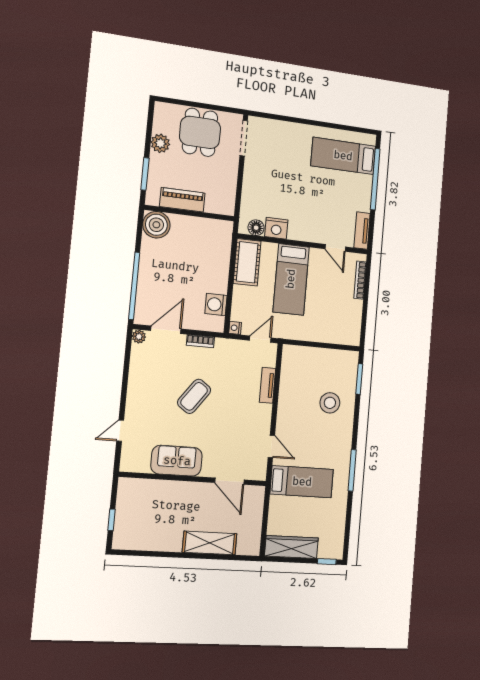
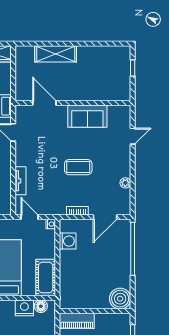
piano: (182, 200) -> (77, 321), moved
plant: (139, 337) -> (125, 183), moved
door: (260, 339) -> (30, 217), swing flipped
coffee table: (194, 396) -> (78, 167), turned 54

